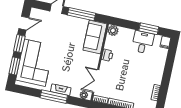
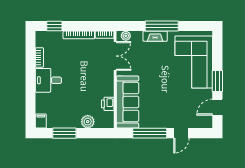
plant: (113, 30) -> (88, 122), moved
sofa: (95, 37) -> (128, 102), width x1.36
desk: (143, 42) -> (48, 80), moved, turned 90
printer: (107, 55) -> (108, 104), moved
window: (14, 66) -> (217, 53), removed

